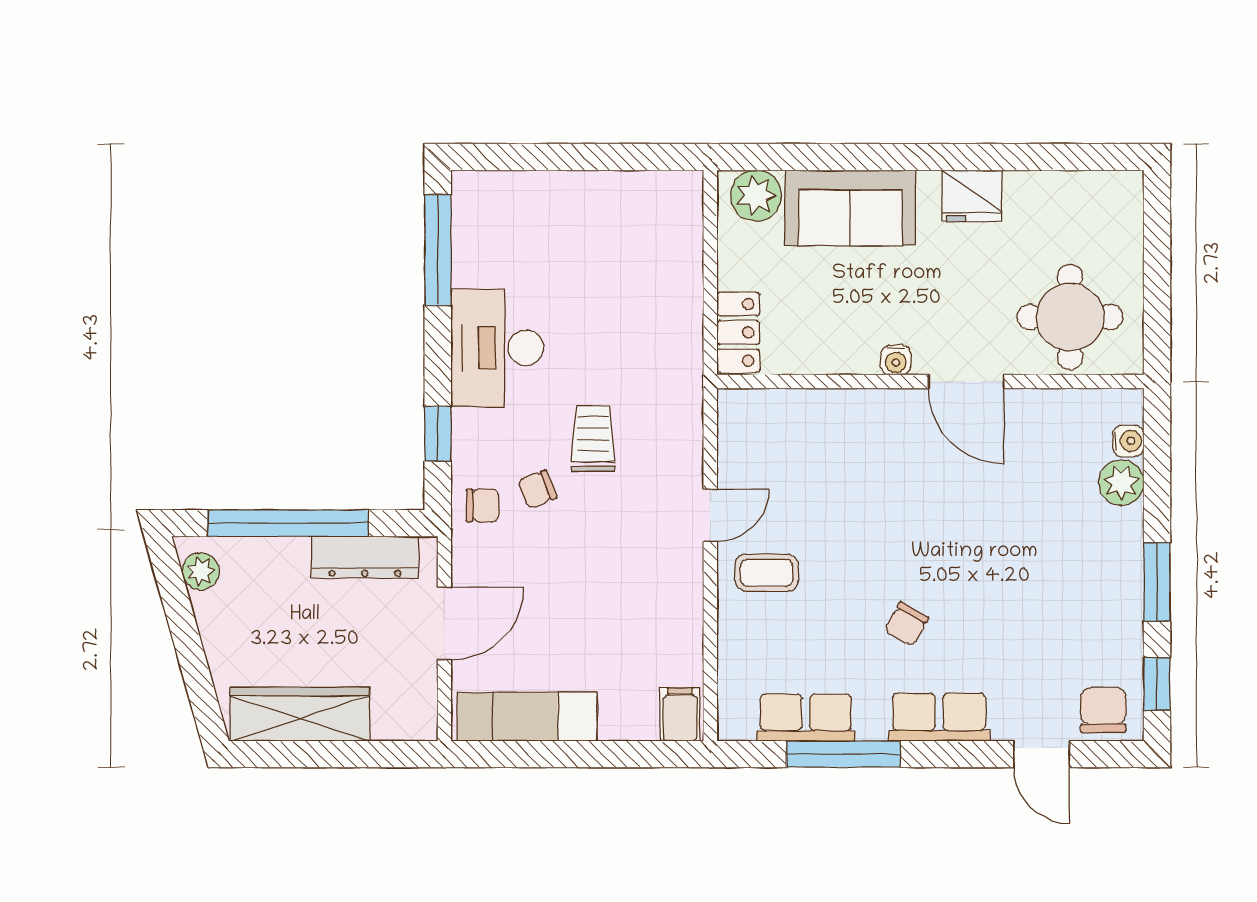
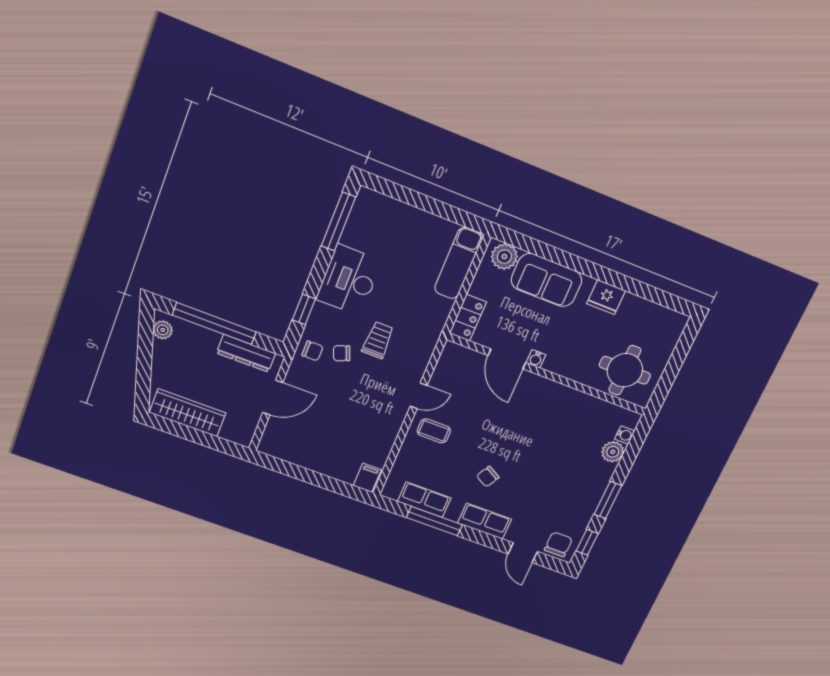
door: (966, 381) -> (507, 359), moved
exam couch: (527, 717) -> (458, 263), moved, turned -90

